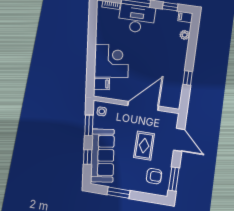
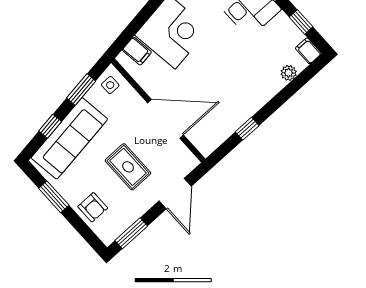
rug: (144, 146) -> (128, 167), turned 90
armchair: (154, 176) -> (93, 207), moved

